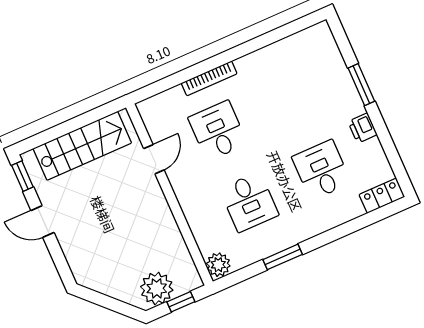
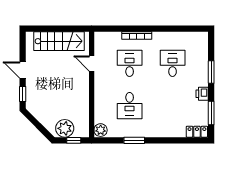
window: (392, 154) -> (211, 113), added
door: (154, 159) -> (92, 64), swing flipped
desk: (321, 170) -> (173, 63), moved
window: (22, 176) -> (23, 94), moved

